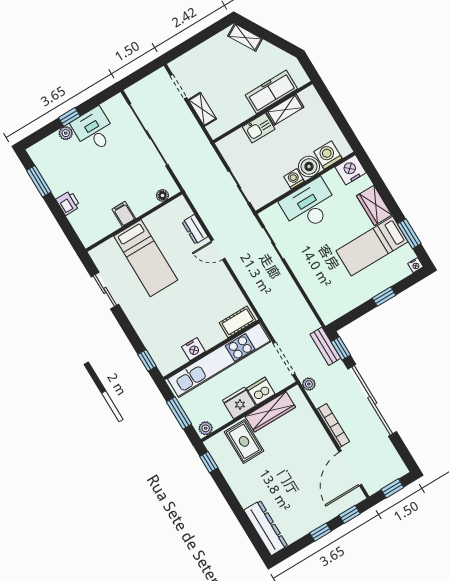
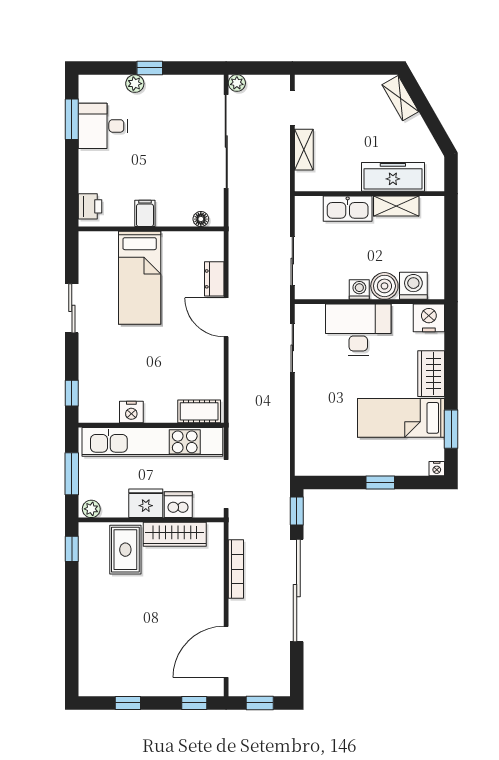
kitchen sink: (259, 128) -> (348, 209), width x1.38
desk: (94, 130) -> (103, 126), moved, turned -90
printer: (68, 203) -> (90, 206), moved
door: (218, 250) -> (226, 317), width x1.38
sliding door: (105, 290) -> (72, 308), moved
bench: (325, 346) -> (281, 498), removed
plant: (309, 384) -> (237, 83), moved
bookcase: (333, 425) -> (236, 569), moved
dresser: (266, 528) -> (91, 661), removed
window: (320, 532) -> (128, 703), moved

